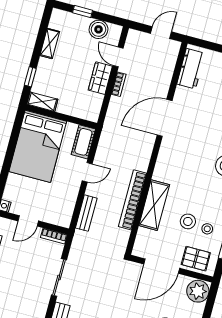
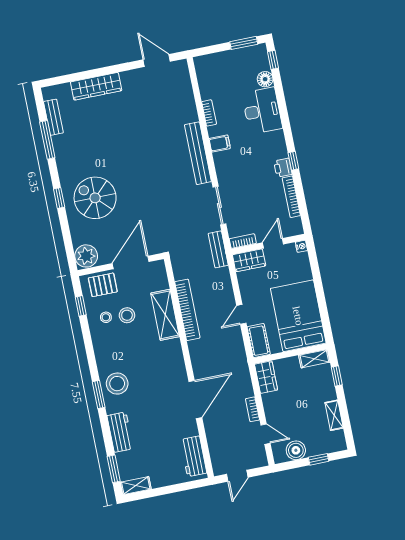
wardrobe: (100, 78) -> (266, 377), moved
bench: (86, 213) -> (218, 249), moved
wardrobe: (57, 216) -> (249, 260), added

